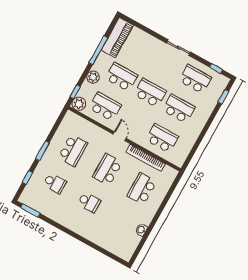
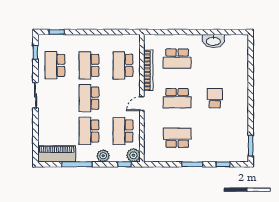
school desk: (55, 183) -> (215, 138), removed
washbasin: (141, 230) -> (213, 41), width x1.91, depth x1.45

